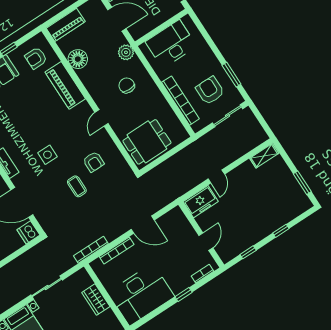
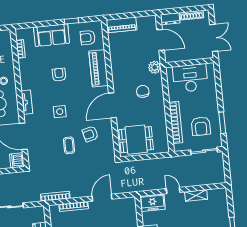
floor lamp: (78, 59) -> (117, 54), removed
armchair: (210, 90) -> (201, 126), turned 180
armchair: (26, 115) -> (59, 75), added
door: (102, 118) -> (112, 105), width x1.87
shelving: (264, 156) -> (196, 195), moved
armchair: (94, 162) -> (90, 134), turned 75
door: (216, 176) -> (173, 191), swing flipped
door: (143, 225) -> (102, 198), swing flipped

